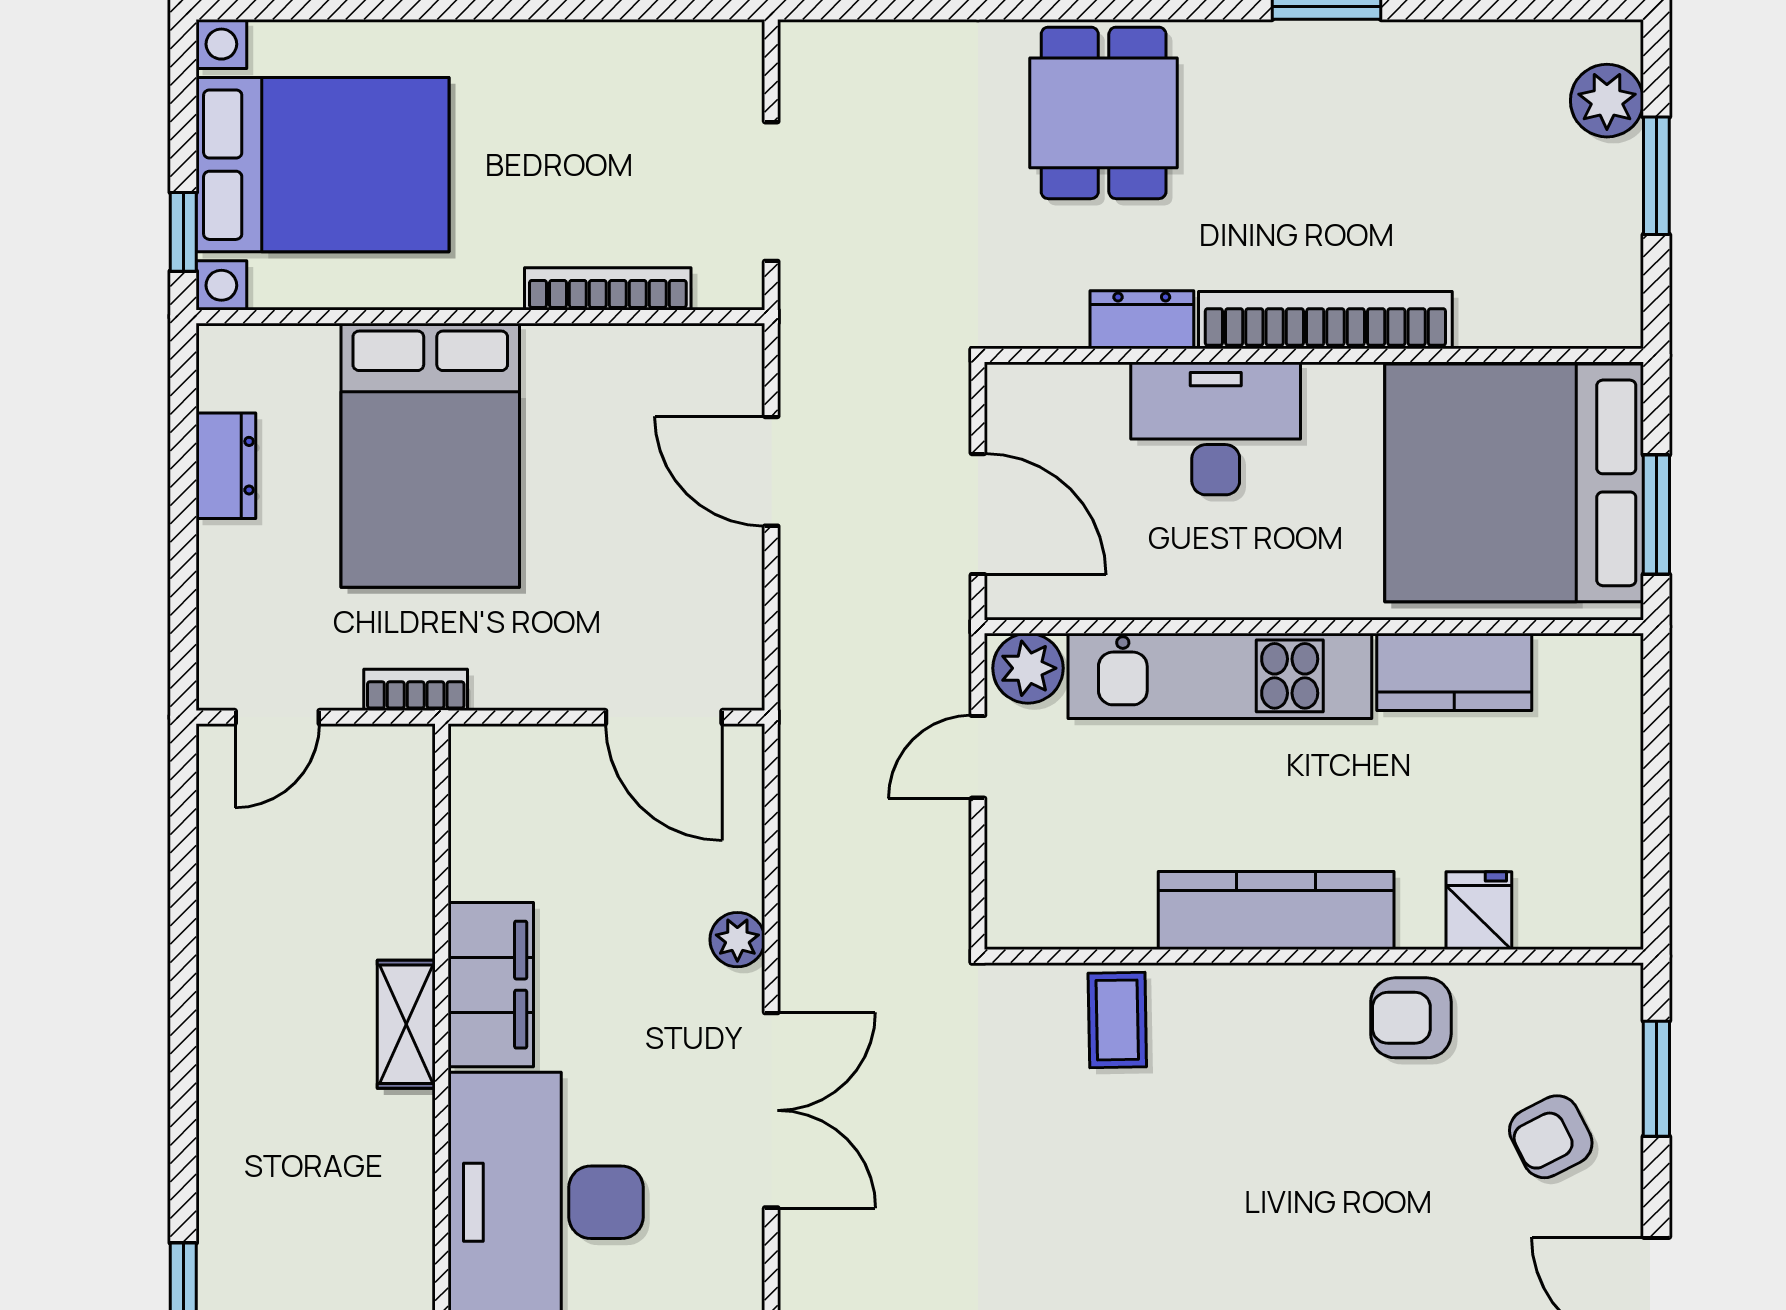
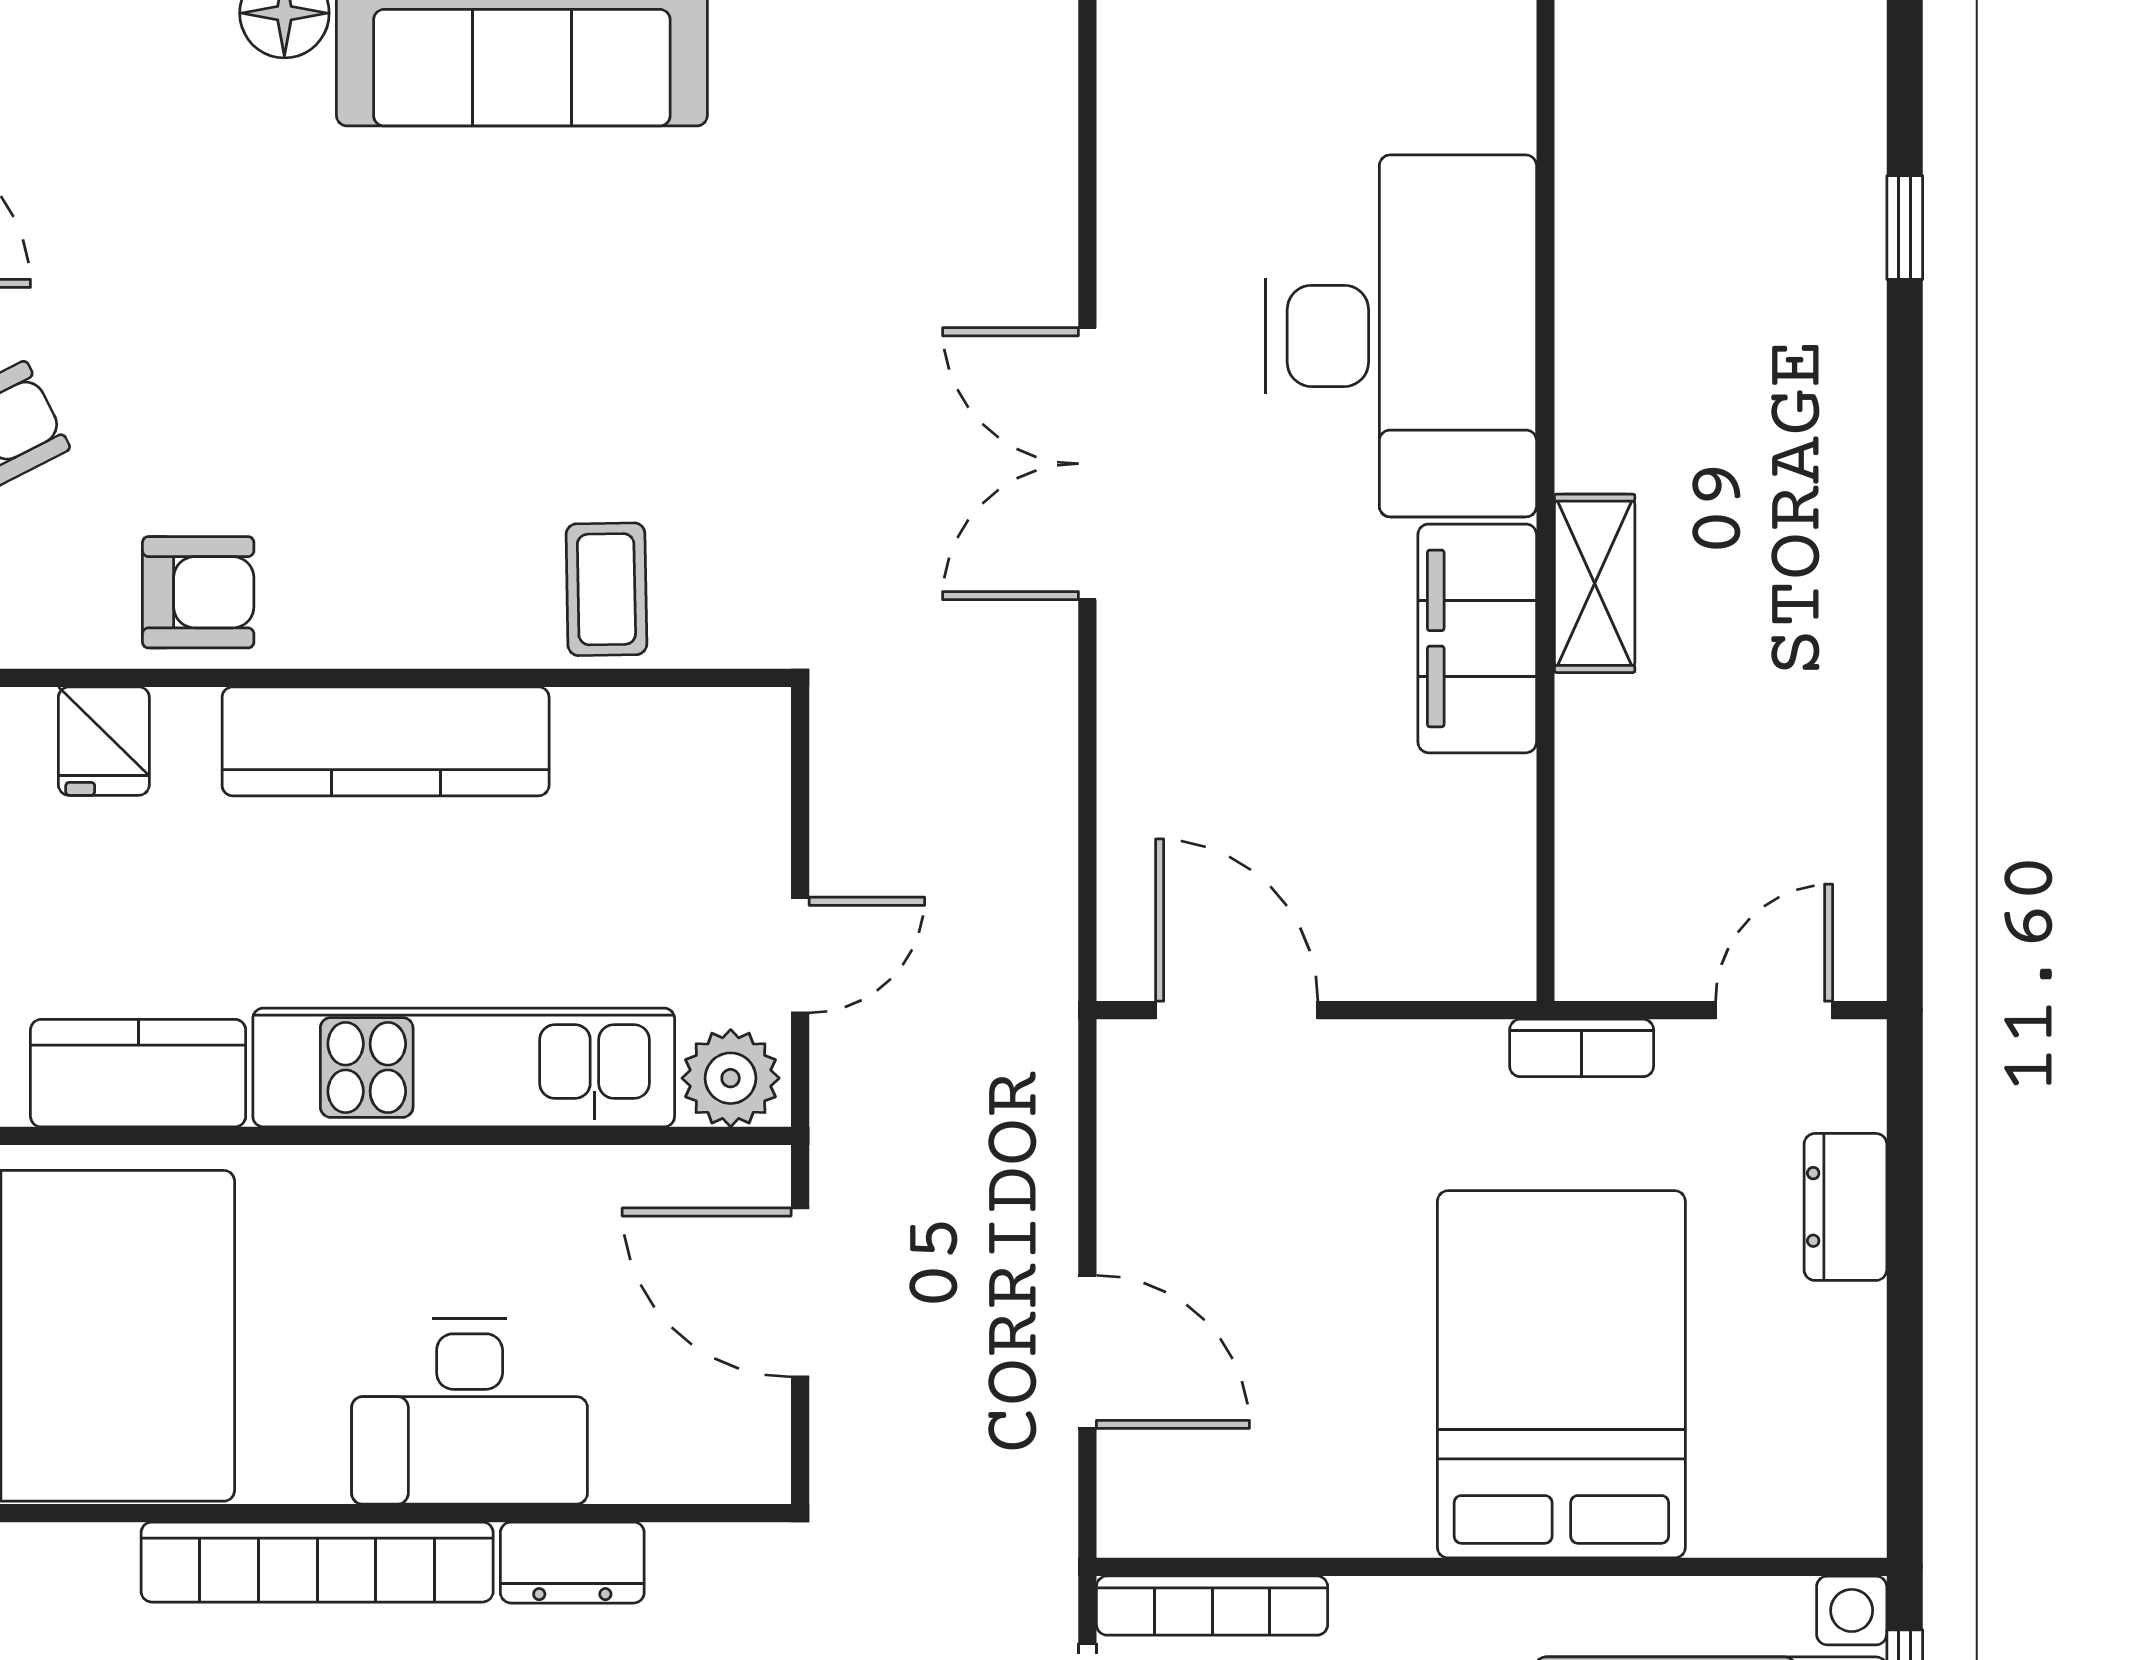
bookcase: (608, 289) -> (1212, 1606), moved
dresser: (226, 466) -> (1845, 1207), moved
plant: (737, 940) -> (1134, 701), removed

